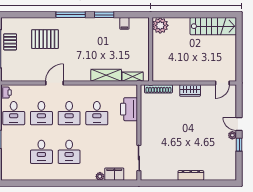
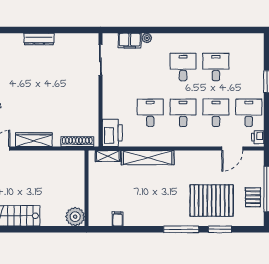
window: (104, 15) -> (220, 229), moved
pallet: (45, 39) -> (212, 201), width x1.37, depth x1.41
shelving: (106, 75) -> (148, 158), width x1.47
door: (54, 83) -> (232, 149), moved
wardrobe: (190, 90) -> (34, 140), width x1.50
printer: (129, 109) -> (112, 133), moved

